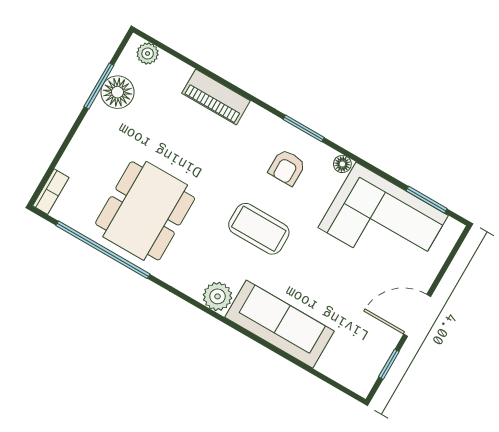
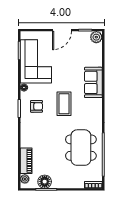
piano: (216, 97) -> (26, 161), moved
dining table: (145, 211) -> (81, 148), turned 90
plant: (218, 296) -> (96, 37), moved
door: (417, 315) -> (62, 30), hinge flipped
sofa: (279, 324) -> (93, 82), width x0.73

